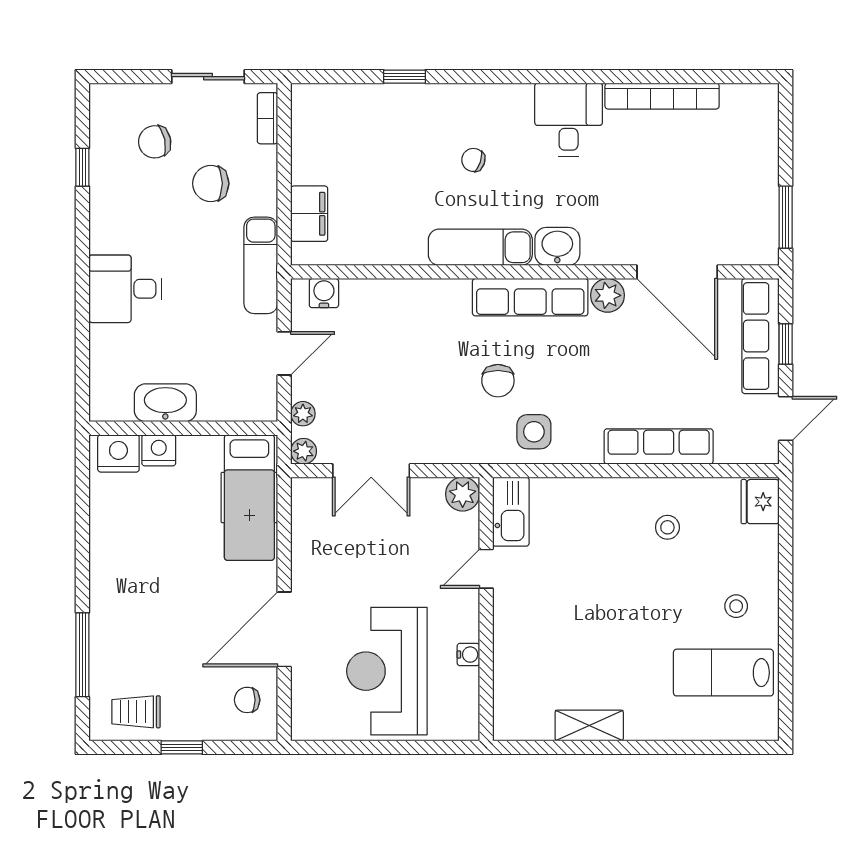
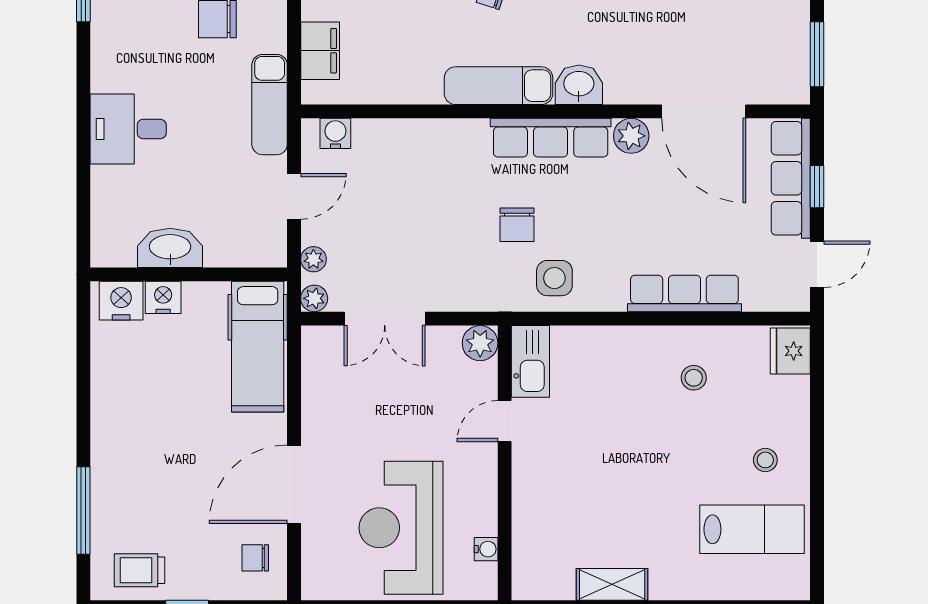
water cooler: (468, 655) -> (486, 549), moved
lab bench: (723, 673) -> (752, 529), turned 180

